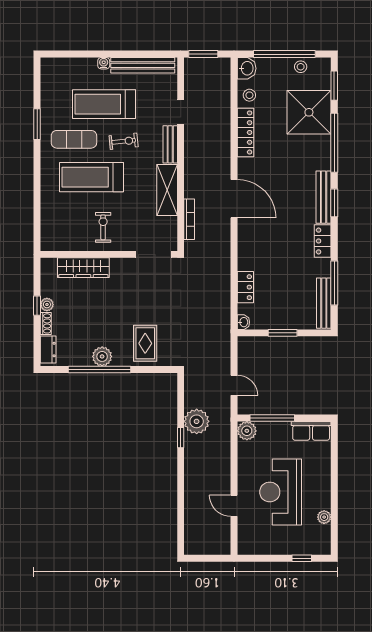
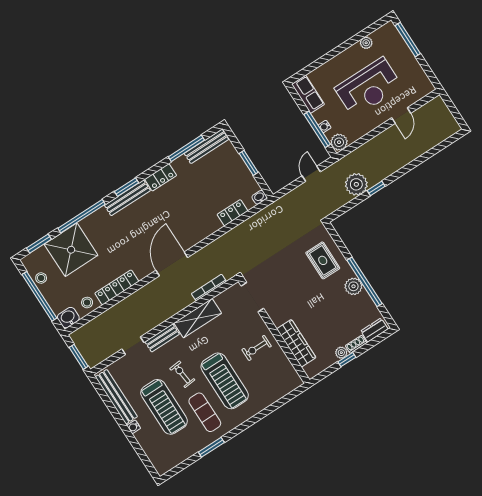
rug: (145, 343) -> (323, 260), turned 90
water cooler: (271, 427) -> (325, 126), added
window: (302, 558) -> (408, 40), width x2.17

